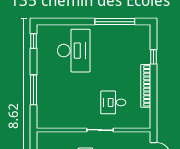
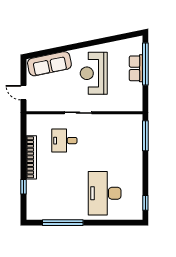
window: (34, 90) -> (145, 136), moved
desk: (113, 102) -> (64, 141), turned 180

